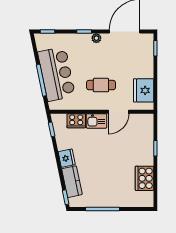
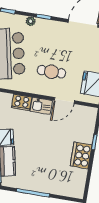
plant: (96, 38) -> (31, 21), moved
cooker: (144, 178) -> (81, 155), moved

